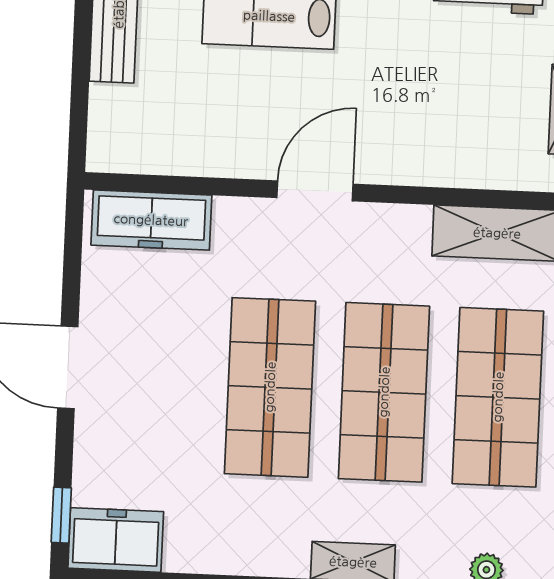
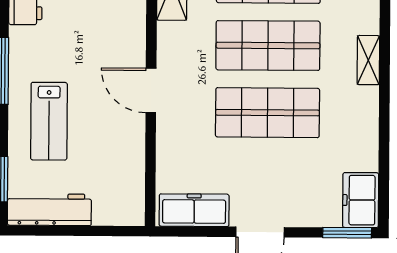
freezer: (151, 220) -> (194, 210), moved, turned -90
window: (61, 515) -> (347, 233), width x1.50

